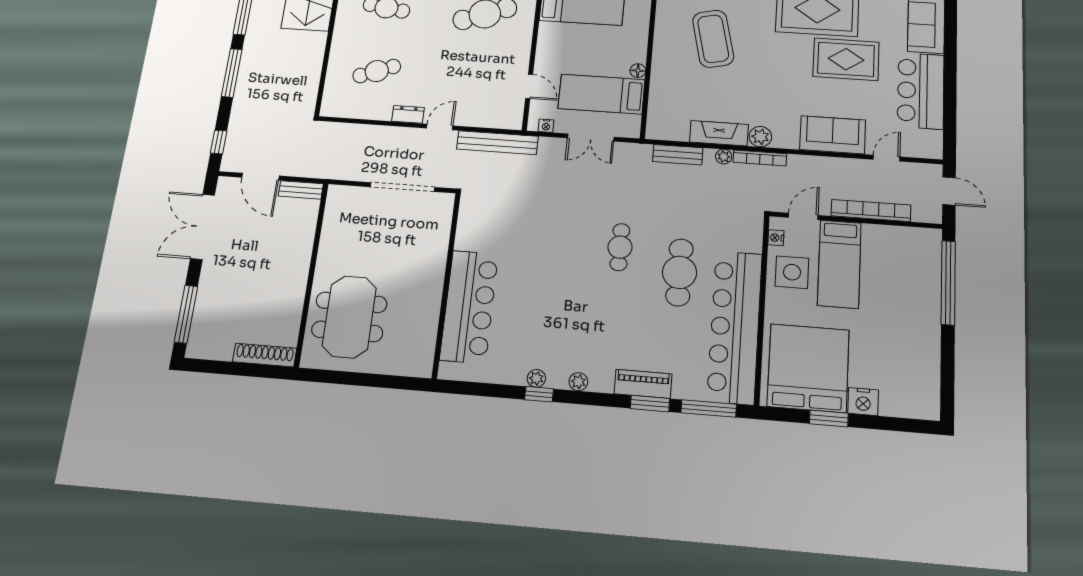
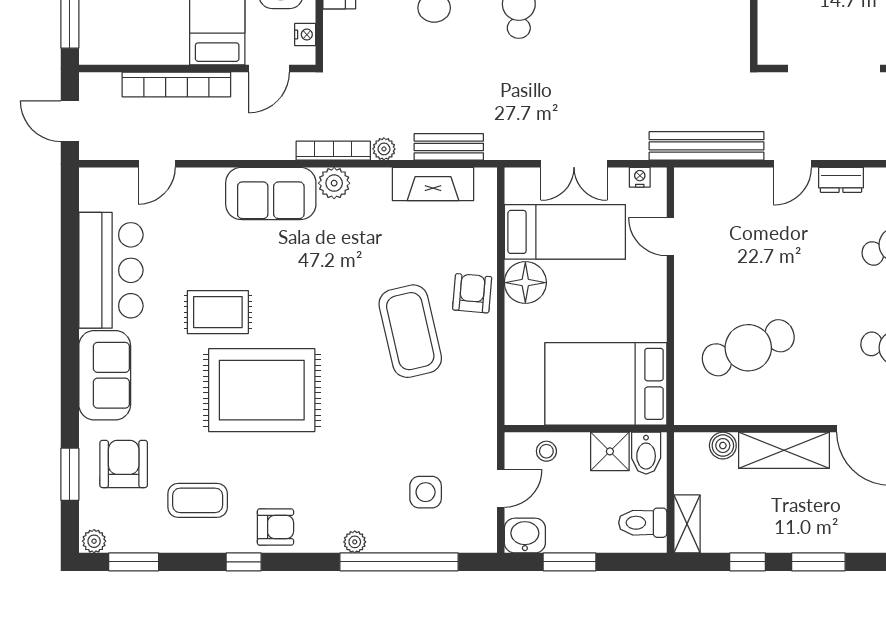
rug: (846, 59) -> (218, 312), width x0.73, depth x0.70
armchair: (669, 60) -> (472, 293), added
floor lamp: (638, 71) -> (525, 283), width x1.89, depth x1.89
fireplace: (719, 133) -> (433, 184), moved
sofa: (833, 135) -> (271, 193), moved
double door: (591, 138) -> (574, 164), swing flipped

